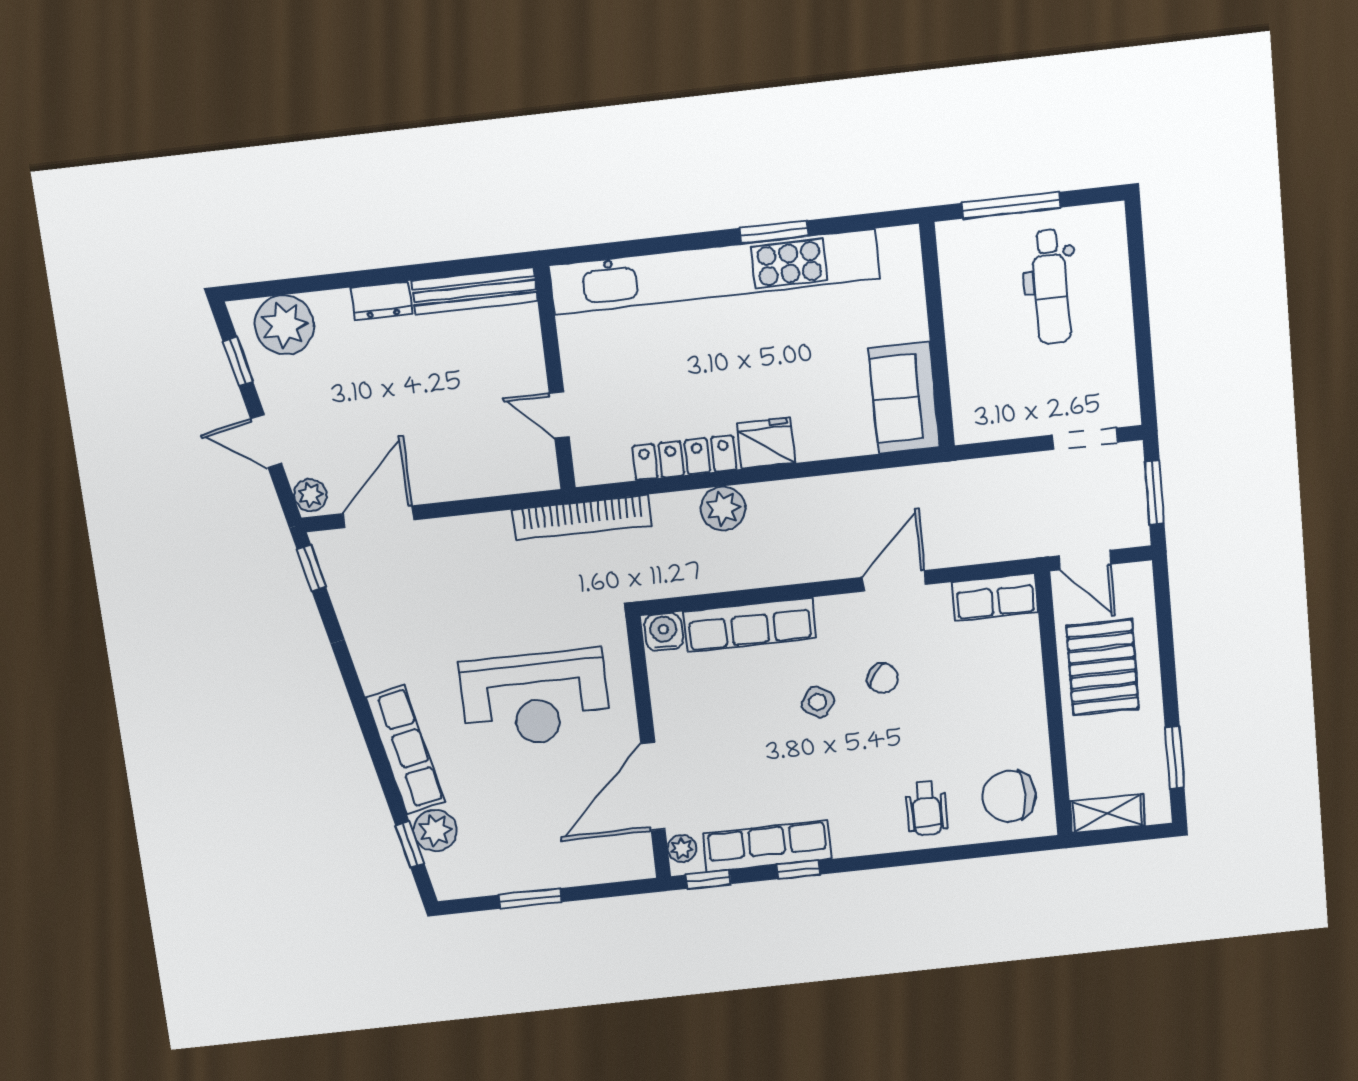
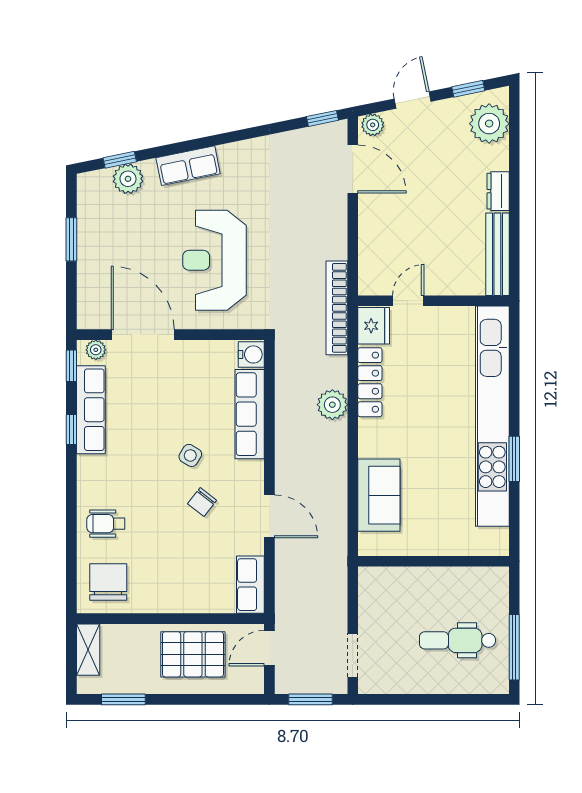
window: (1011, 205) -> (514, 647), moved
sofa: (904, 398) -> (379, 495), moved, turned 90
fridge: (766, 443) -> (374, 326), moved
row of seats: (405, 750) -> (188, 166), width x0.68

